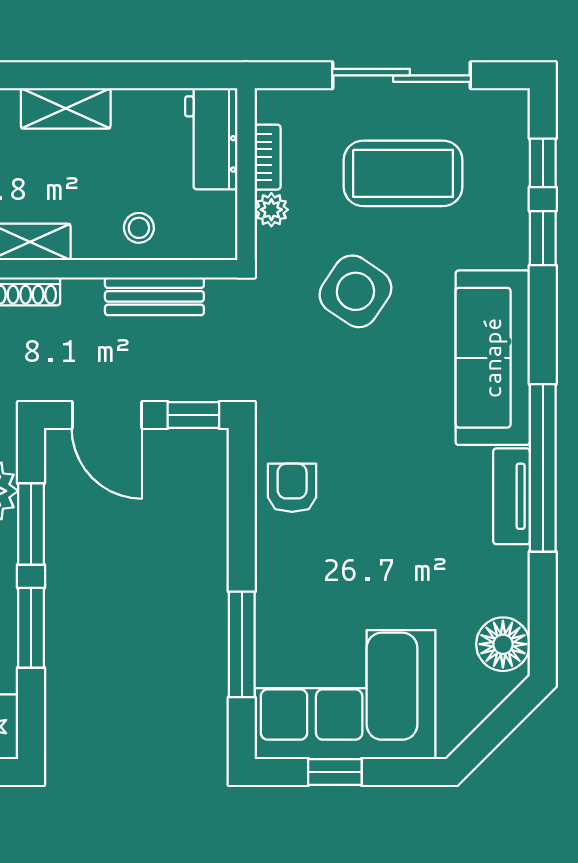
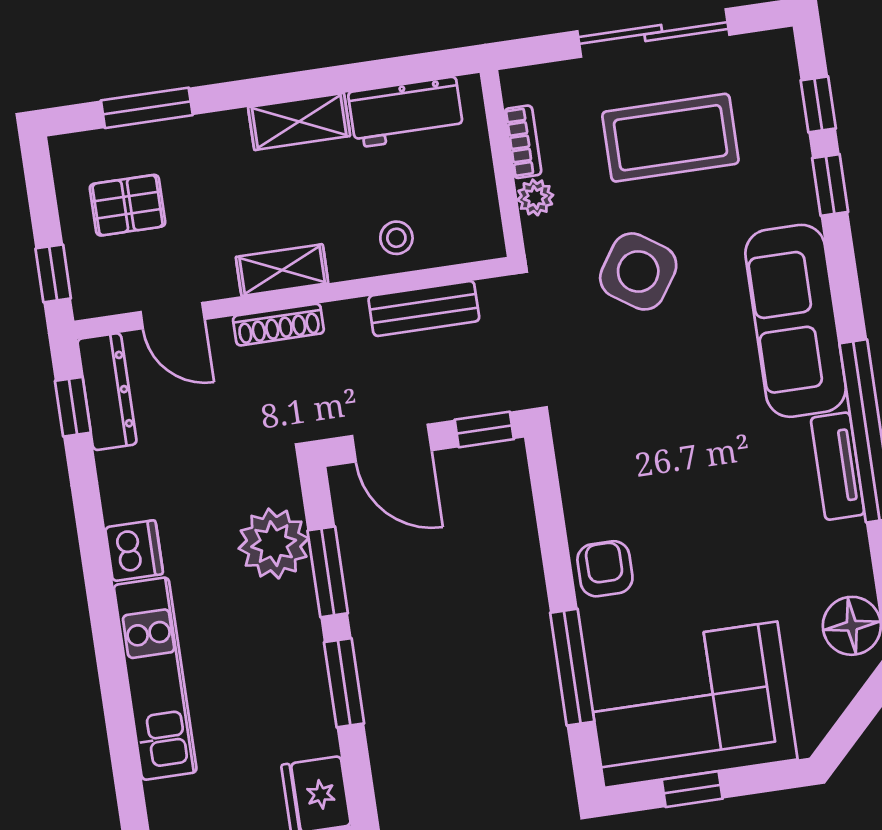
workbench: (211, 139) -> (406, 112), moved, turned -90
armchair: (292, 488) -> (605, 569), moved

